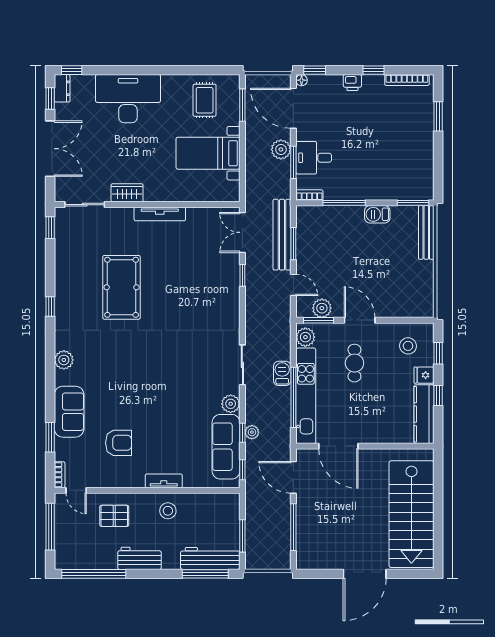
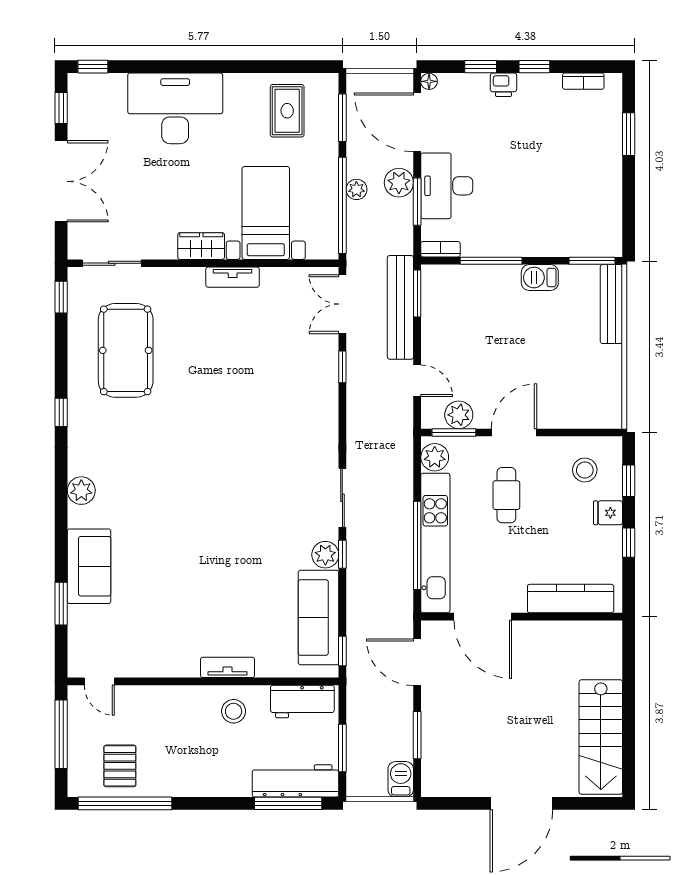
window: (315, 70) -> (481, 67), moved
bookcase: (407, 80) -> (583, 81), width x0.64
dresser: (62, 88) -> (79, 93), removed
bed with nightstands: (208, 153) -> (266, 213), moved, turned 90
desk: (314, 158) -> (447, 186), width x1.37
window: (242, 165) -> (342, 205), added
wardrobe: (127, 193) -> (201, 246), moved
tv unit: (160, 214) -> (233, 277), width x0.71
window: (293, 244) -> (417, 293), moved
pool table: (122, 287) -> (126, 350), moved
door: (360, 320) -> (514, 433), hinge flipped
barbecue: (282, 373) -> (401, 779), moved
kitchen counter: (424, 414) -> (571, 599), moved, turned 90
plant: (252, 432) -> (356, 189), moved
window: (242, 433) -> (342, 554), moved
armchair: (119, 443) -> (161, 612), removed
bookcase: (60, 475) -> (75, 658), removed
stairs: (411, 514) -> (601, 737), width x0.73, depth x0.66
pallet: (114, 516) -> (120, 766), moved, turned 90
window: (293, 527) -> (417, 735), width x0.69
workbench: (139, 558) -> (302, 702), moved, turned 180

